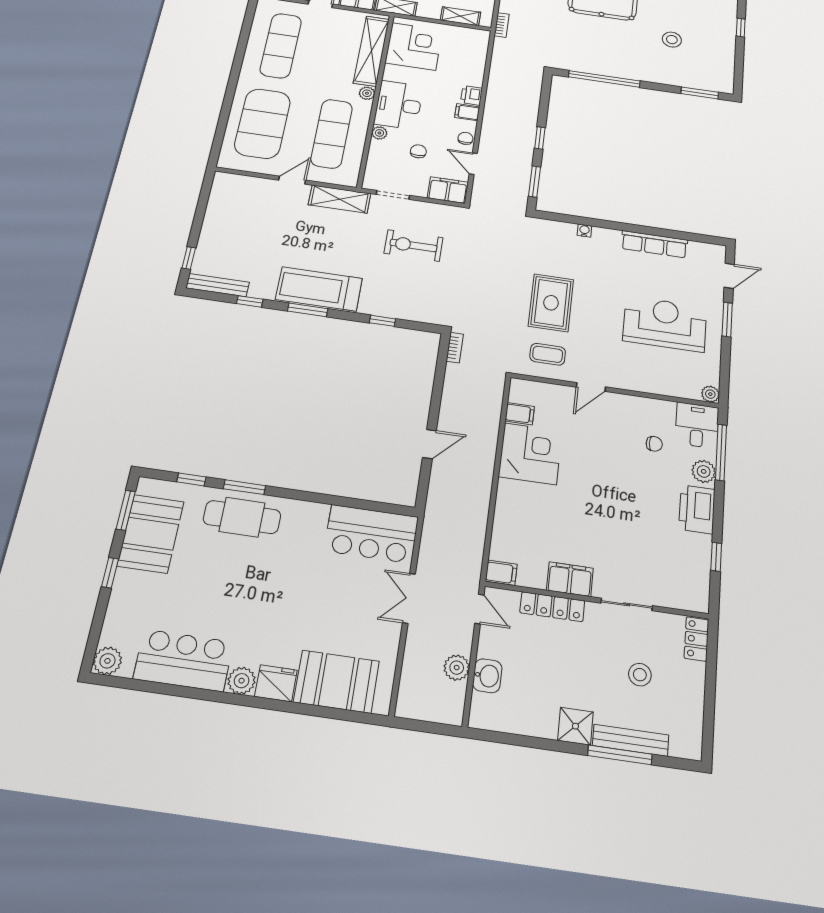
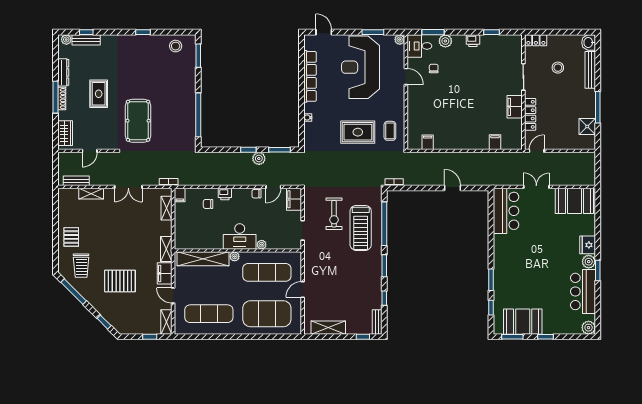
stool: (672, 40) -> (176, 46), moved
corner desk: (414, 46) -> (195, 234), removed
filing cabinet: (467, 112) -> (180, 195), moved
chair: (418, 151) -> (208, 204), moved
door: (292, 180) -> (303, 289), hinge flipped
shelving: (340, 199) -> (328, 328), moved, turned 90
row of seats: (654, 244) -> (310, 76), width x1.36
bench: (218, 285) -> (377, 322), width x0.73
treadmill: (319, 289) -> (361, 228), moved
window: (727, 320) -> (373, 32), moved
window: (382, 321) -> (384, 224), width x3.17
reception desk: (665, 324) -> (361, 67), width x1.36, depth x1.30
door: (591, 387) -> (406, 76), moved
window: (721, 452) -> (433, 32), width x0.69
corner desk: (530, 454) -> (450, 134), removed
printer: (697, 509) -> (473, 41), width x0.53, depth x0.68
cafe table: (242, 517) -> (507, 278), removed
filing cabinet: (501, 573) -> (495, 142), moved
double door: (409, 598) -> (536, 187), swing flipped
plant: (457, 668) -> (259, 158), moved
washbasin: (487, 676) -> (589, 43), moved, turned -90
booth: (337, 682) -> (574, 201), moved, turned 90
window: (220, 697) -> (598, 271), added
shower: (575, 726) -> (587, 126), moved
window: (620, 755) -> (598, 107), moved

